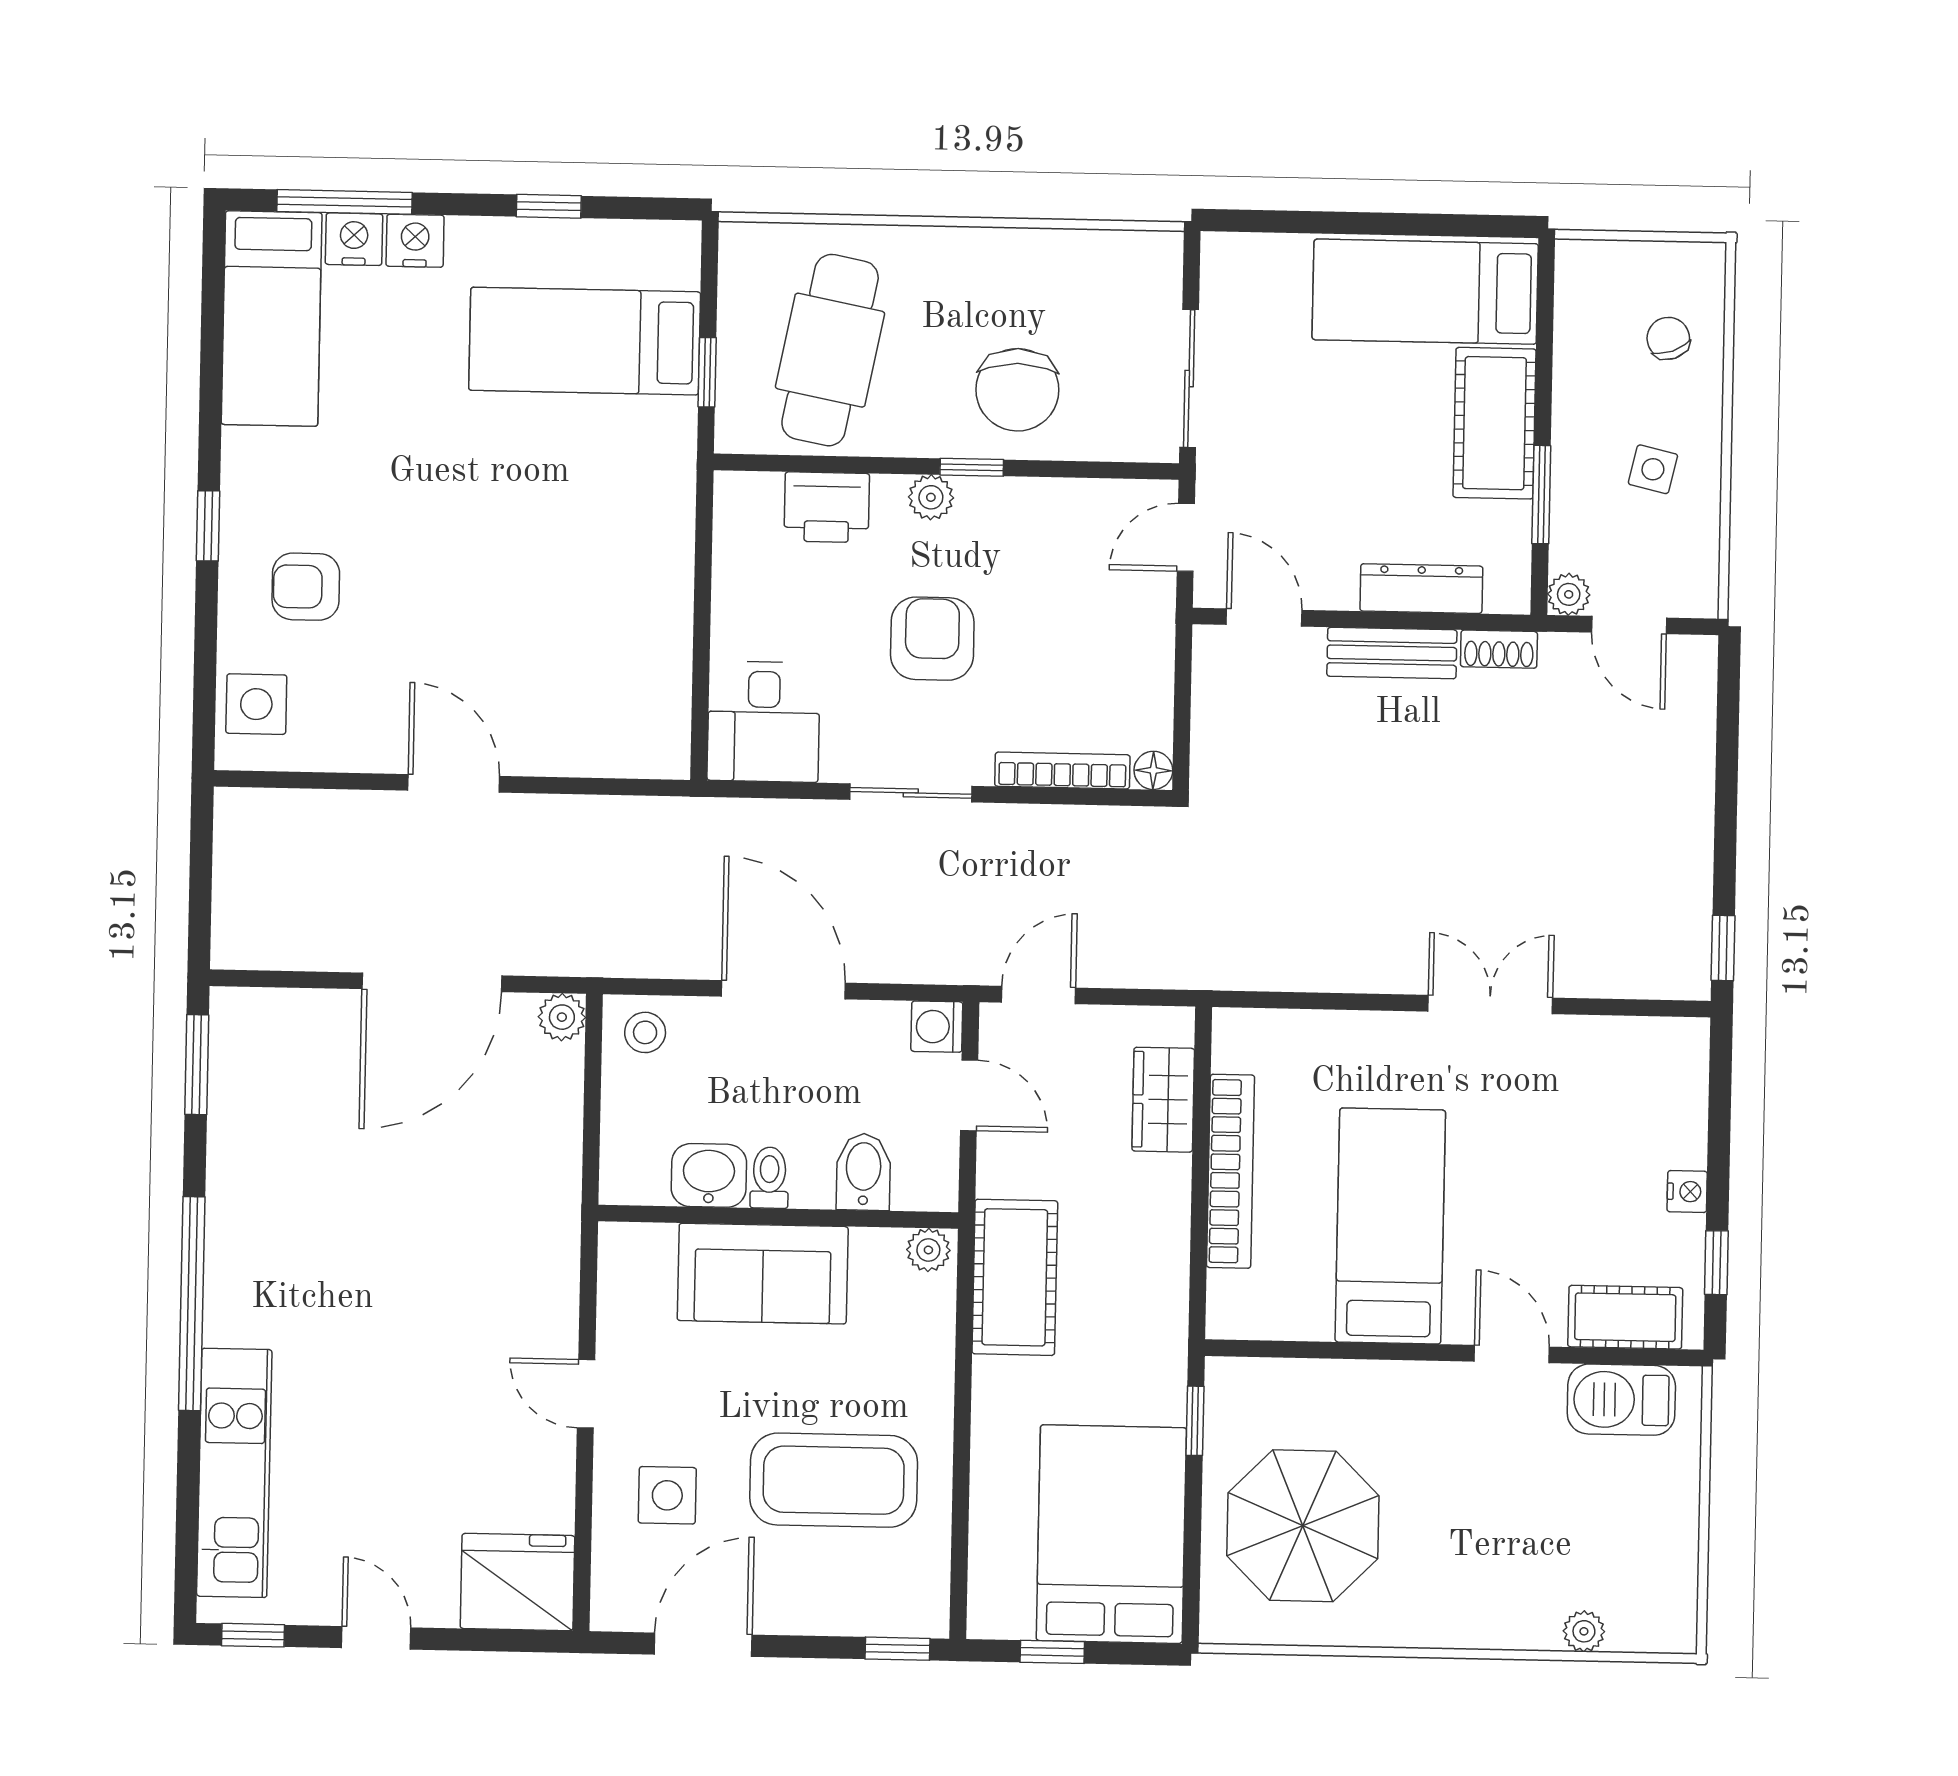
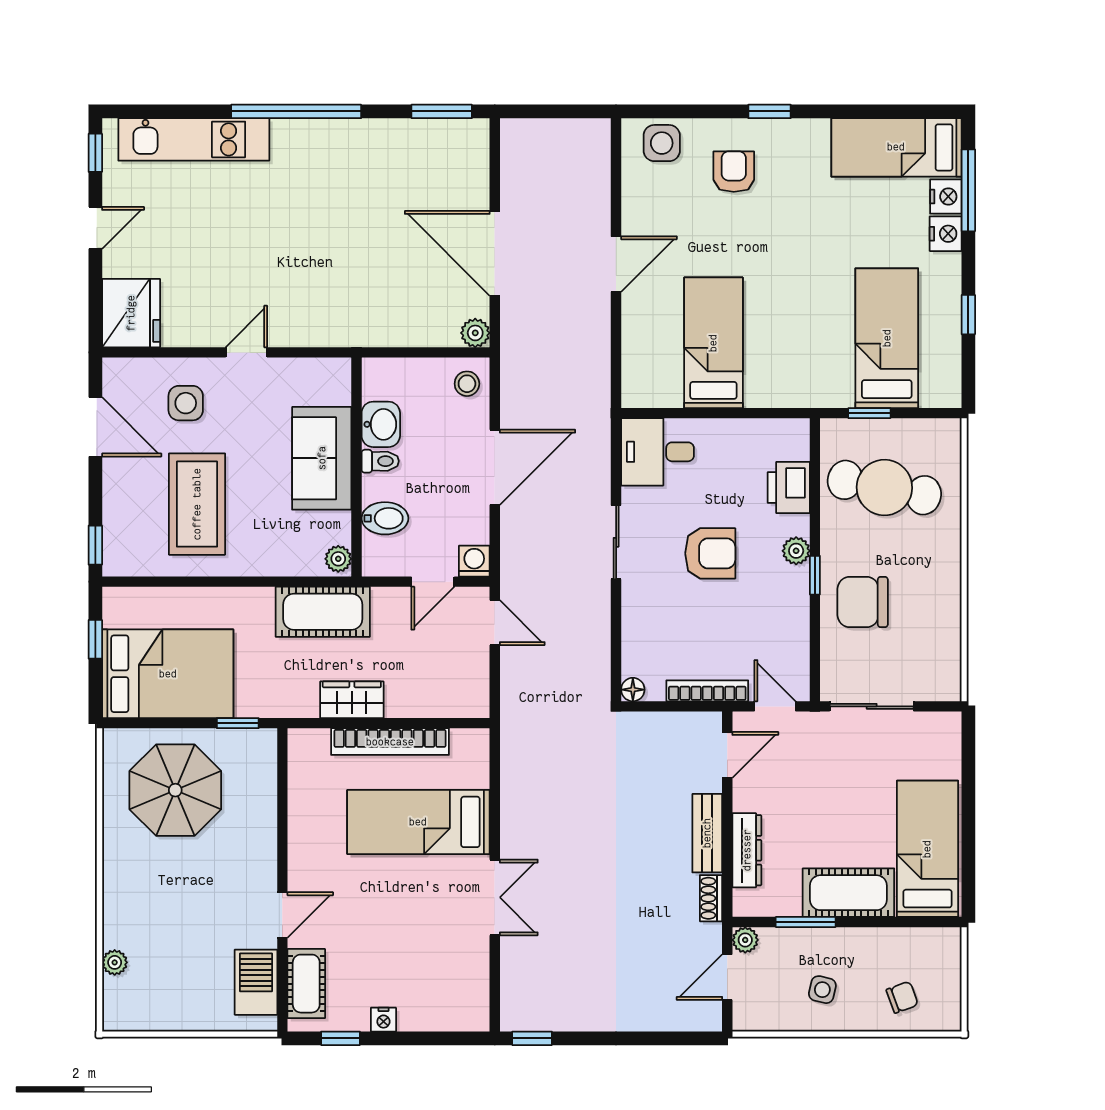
bed: (586, 626) -> (713, 343), added
bookcase: (1062, 771) -> (707, 691), moved, turned -90
wardrobe: (1163, 1100) -> (352, 700), moved
bed: (1390, 1226) -> (418, 822), moved, turned 180

